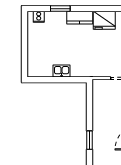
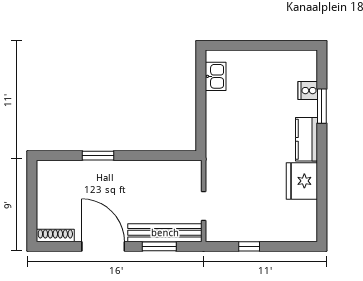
cooker: (39, 17) -> (308, 91), moved
kitchen sink: (62, 71) -> (216, 76), moved

